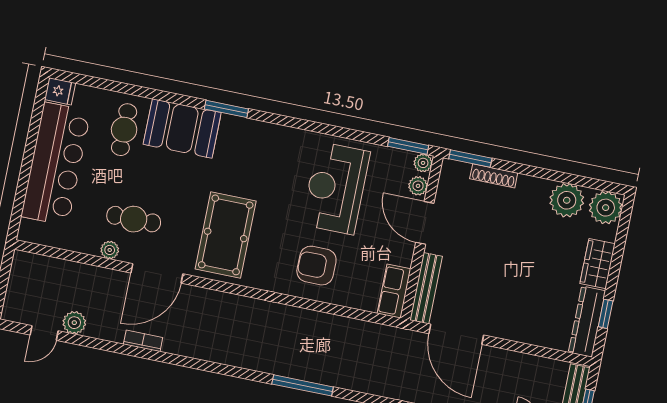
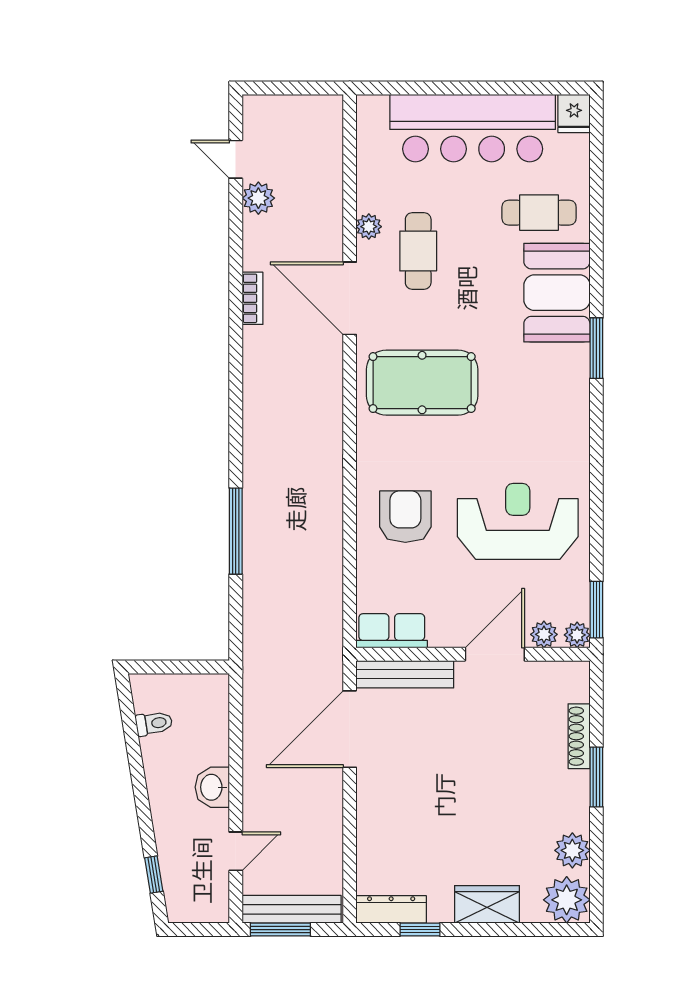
window: (470, 159) -> (596, 777), moved
plant: (567, 200) -> (572, 850), width x0.73, depth x0.73
dresser: (587, 322) -> (391, 909), width x0.73, depth x0.80

